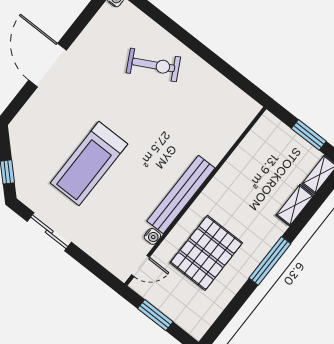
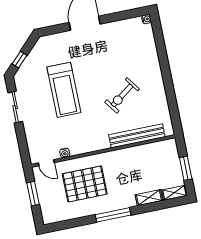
exercise bike: (153, 65) -> (122, 95), moved, turned 82
treadmill: (89, 163) -> (64, 90), turned -90
bench: (181, 195) -> (137, 136), moved

